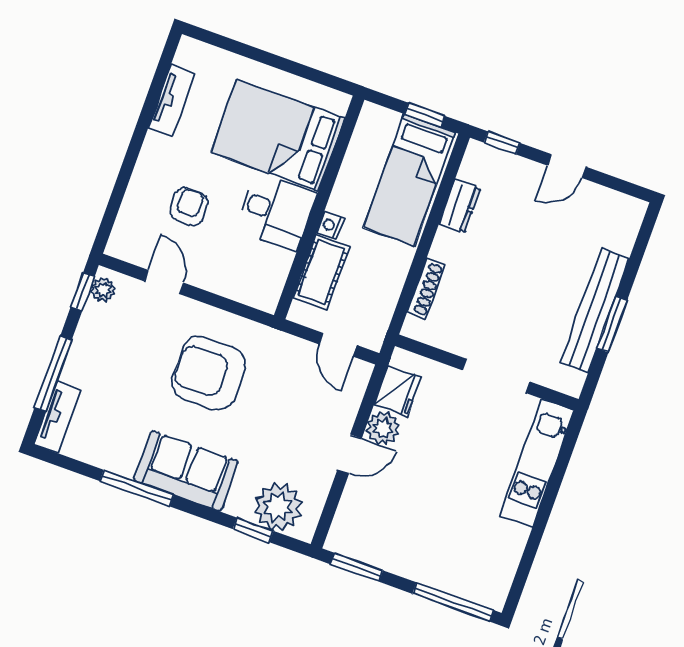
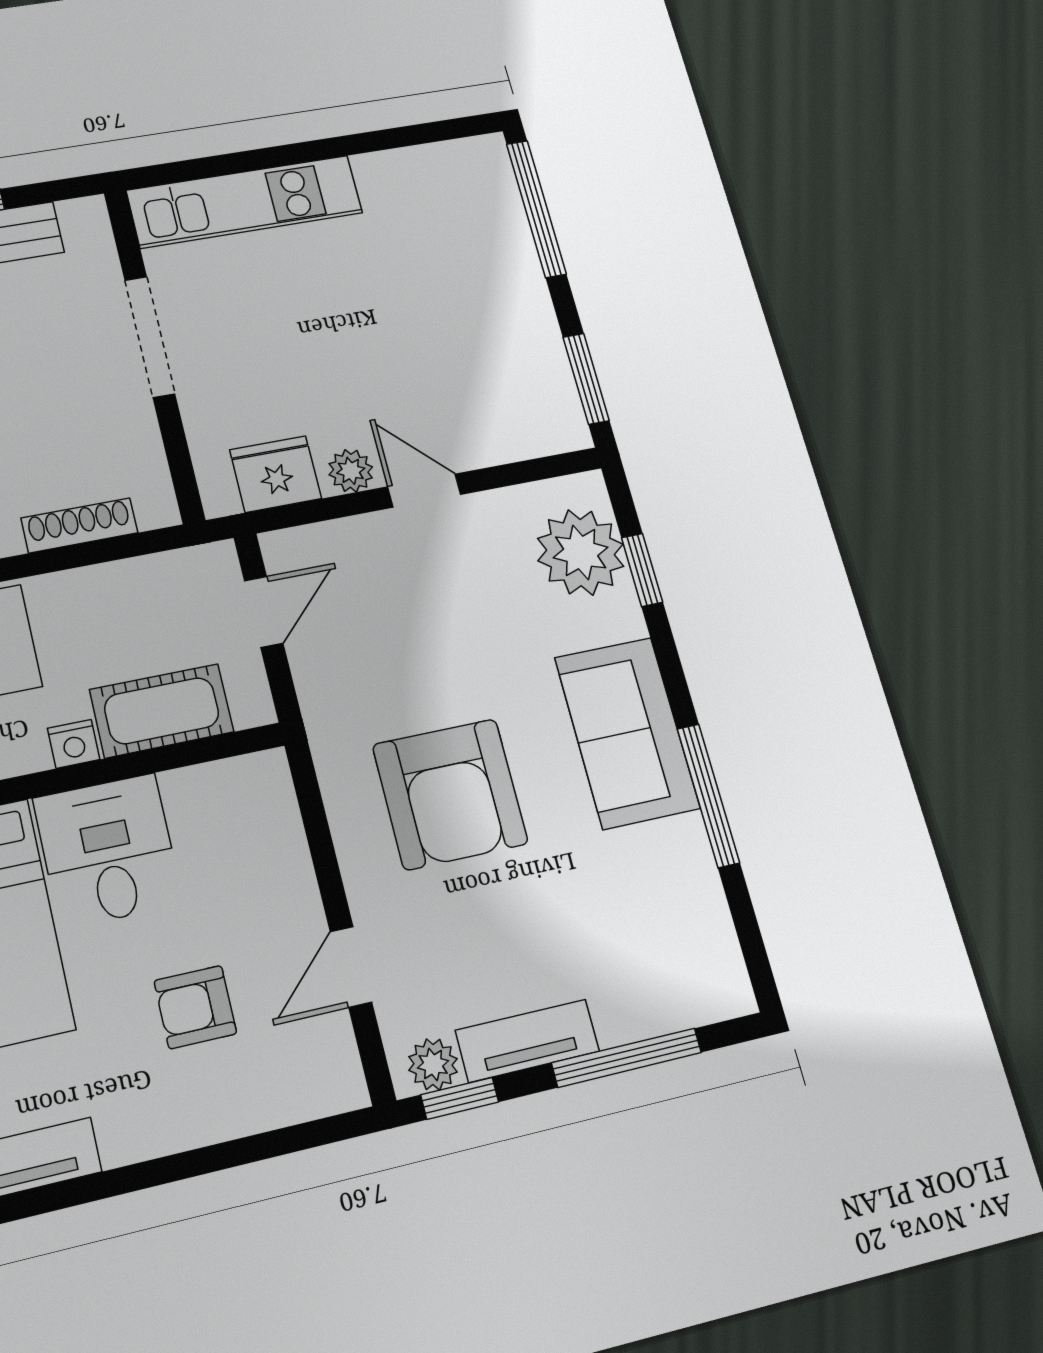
tv unit: (58, 417) -> (527, 1041), moved
plant: (383, 428) -> (351, 471), width x0.73, depth x0.73

